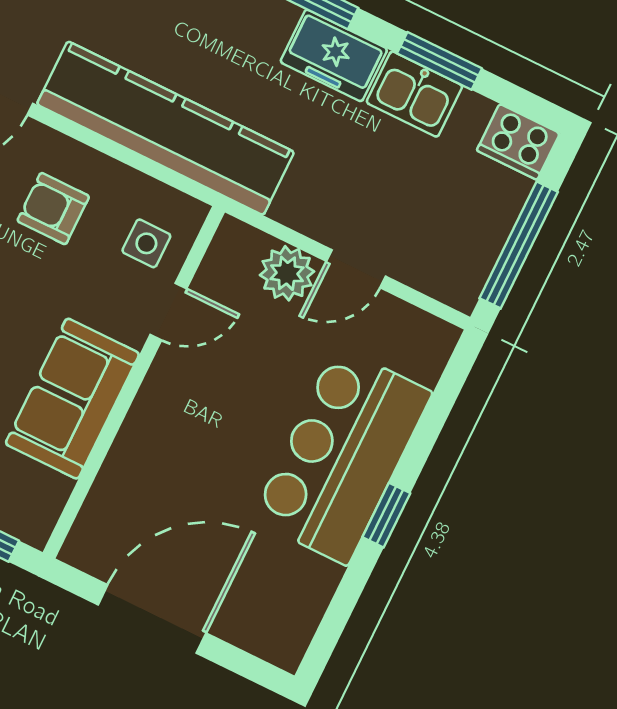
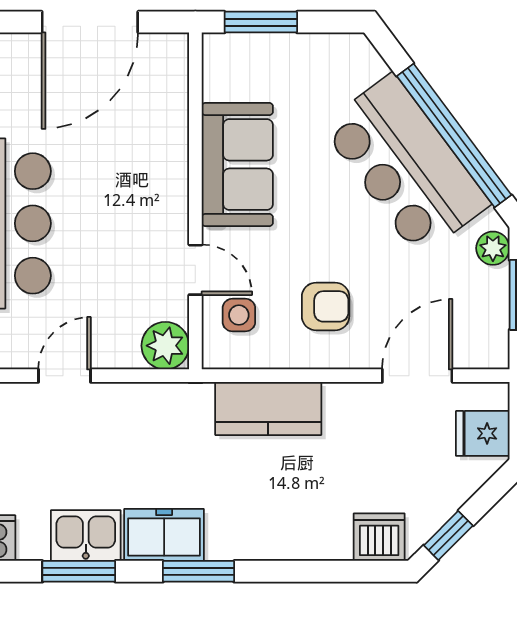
kitchen counter: (166, 128) -> (268, 409), width x0.48, depth x0.86
plant: (287, 273) -> (165, 346), moved
door: (168, 312) -> (195, 270), swing flipped

